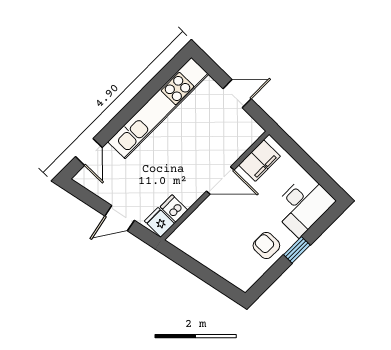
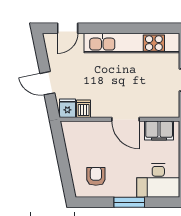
armchair: (266, 246) -> (96, 176), moved
window: (297, 250) -> (129, 202), width x1.50

